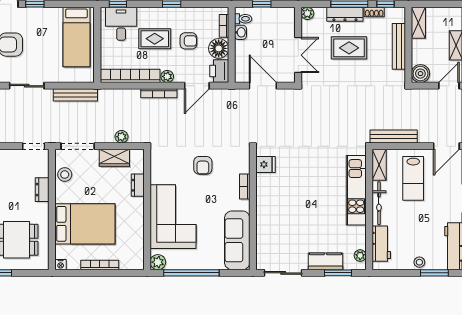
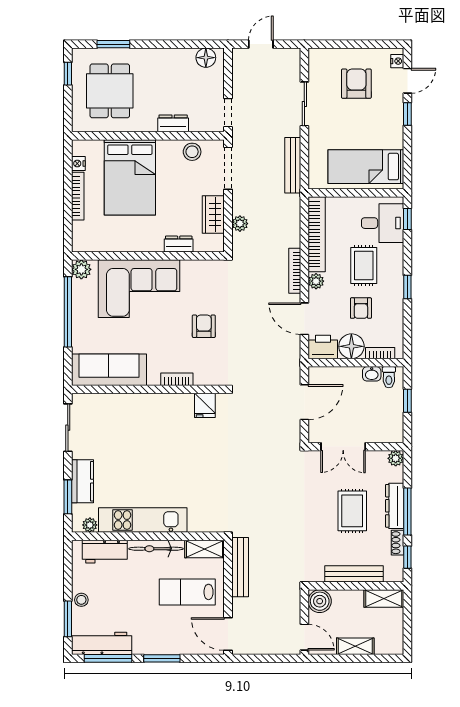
armchair: (203, 165) -> (204, 326), turned 90
kitchen unit: (356, 190) -> (143, 520), moved
nightstand: (61, 265) -> (78, 164), moved

